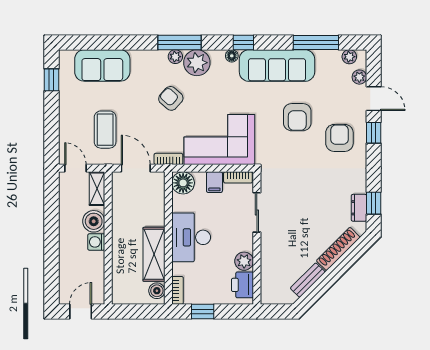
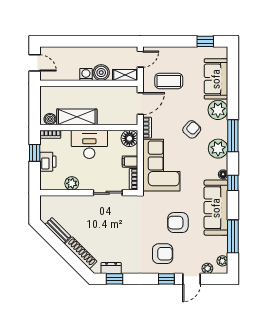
plant: (175, 57) -> (218, 110), moved, width x1.88, depth x1.88
printer: (242, 285) -> (48, 162), moved, turned 90

